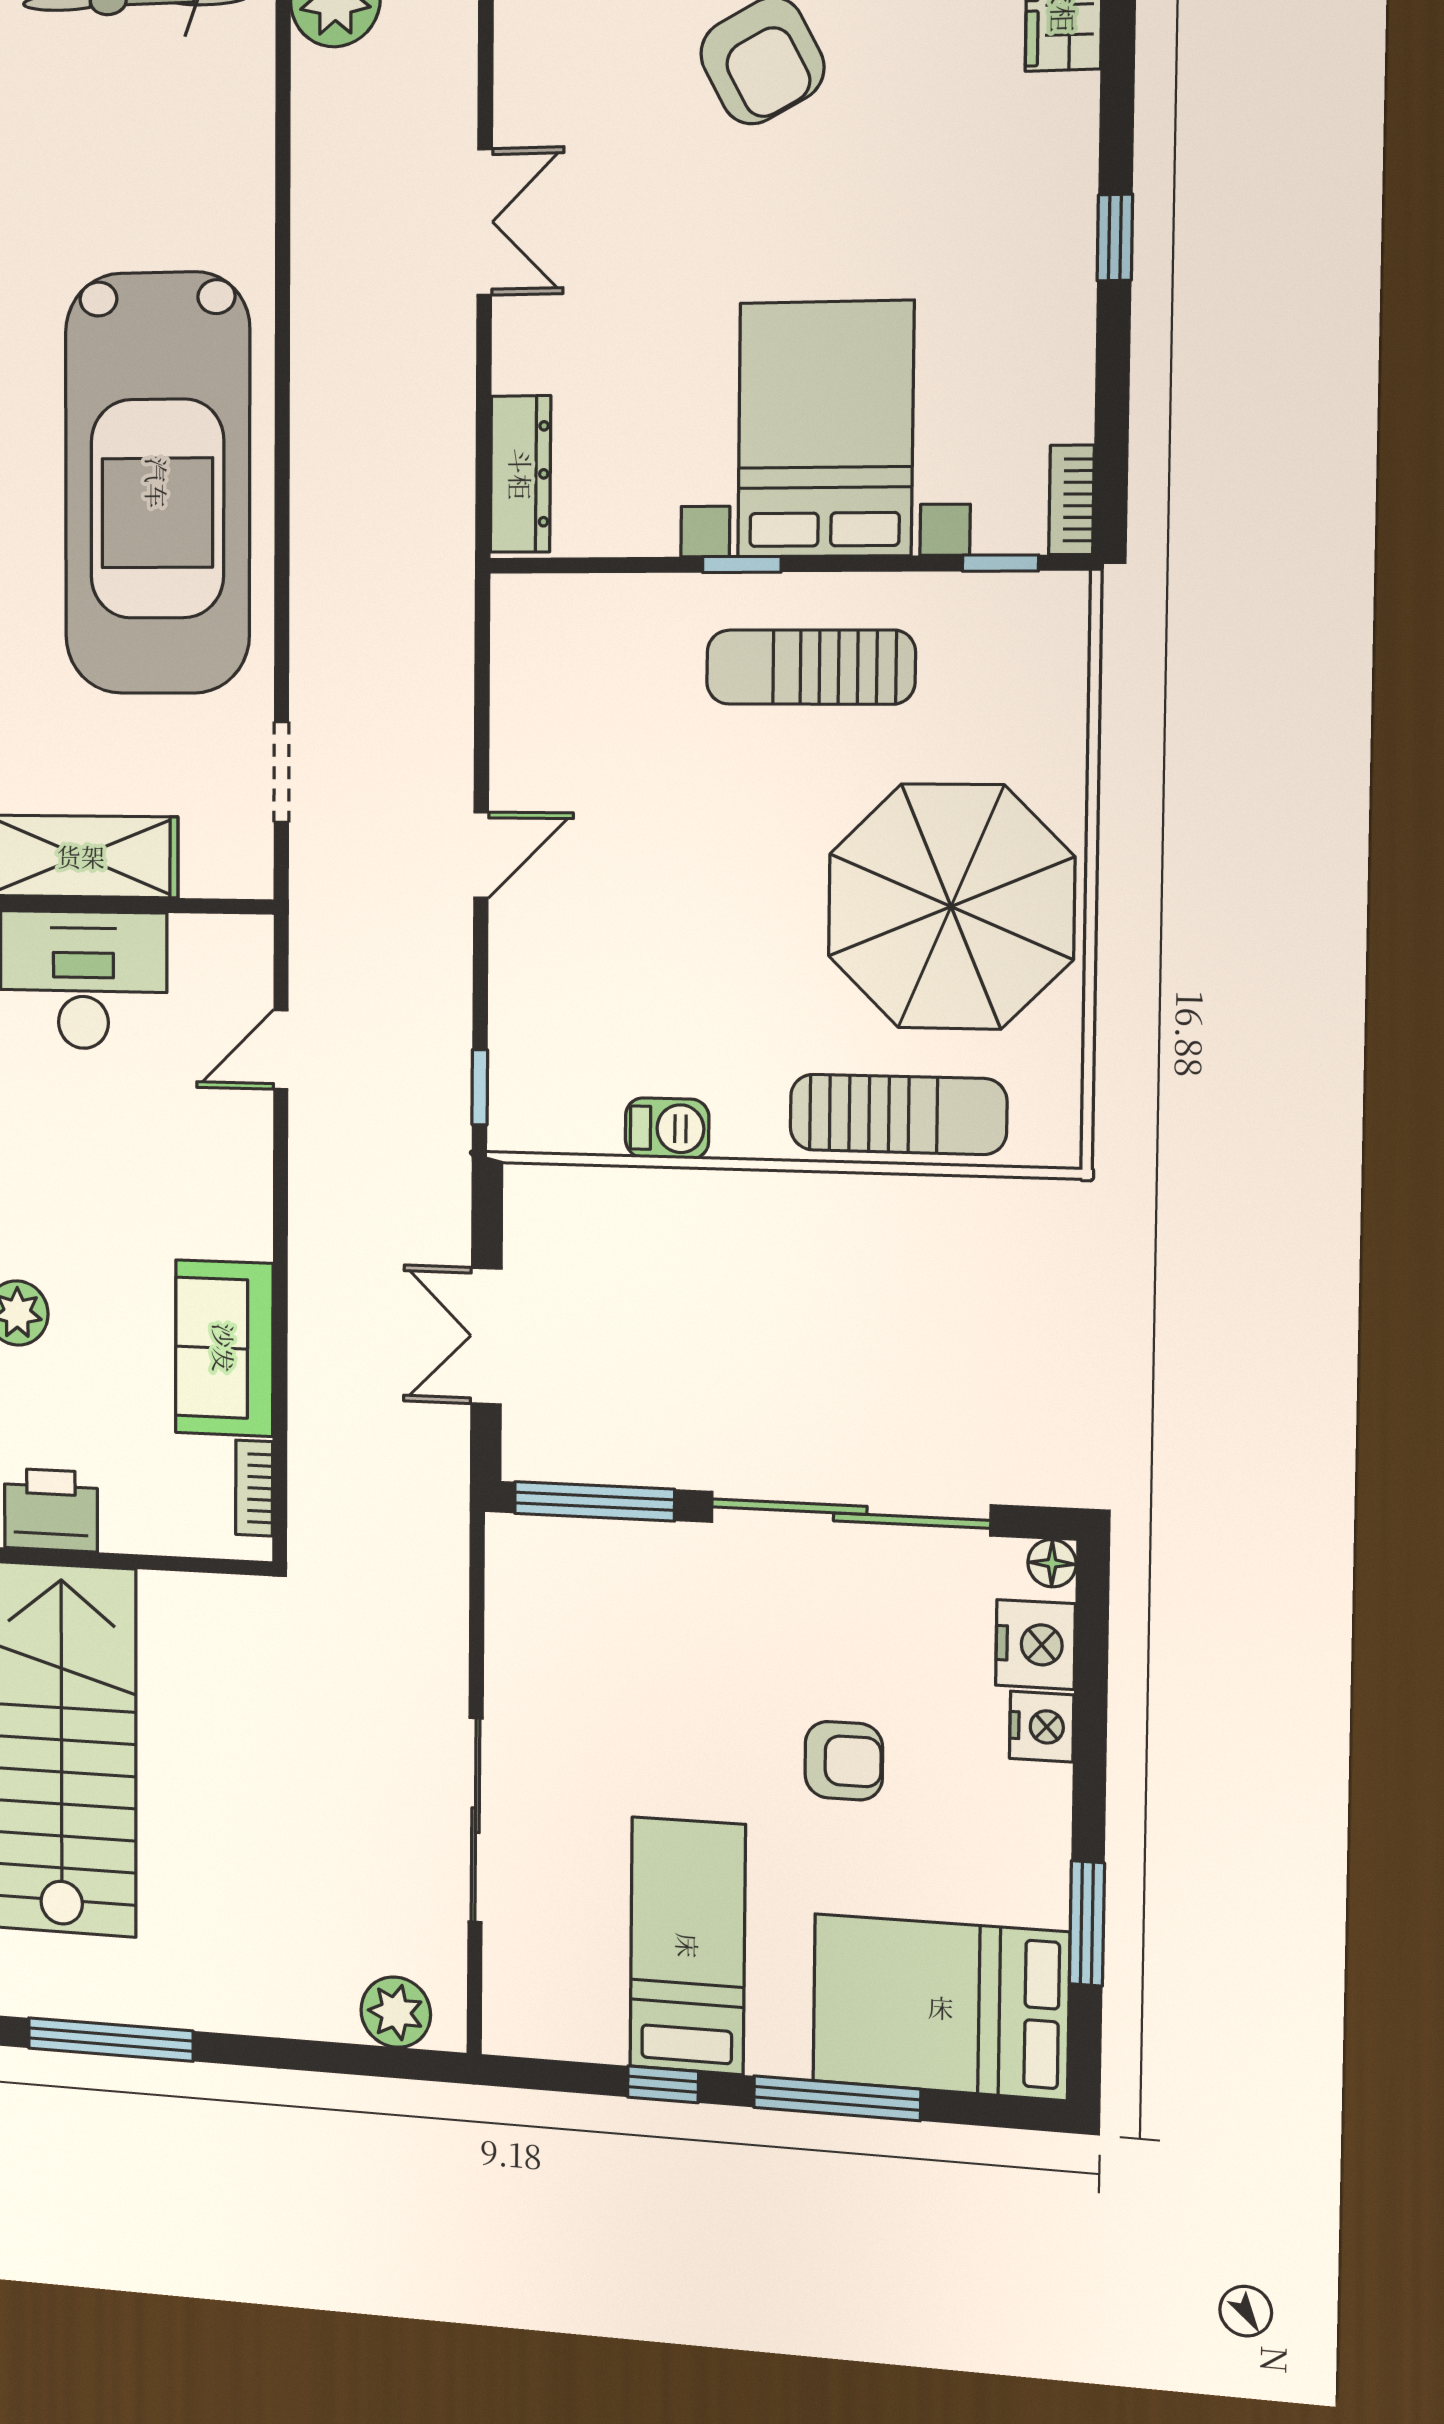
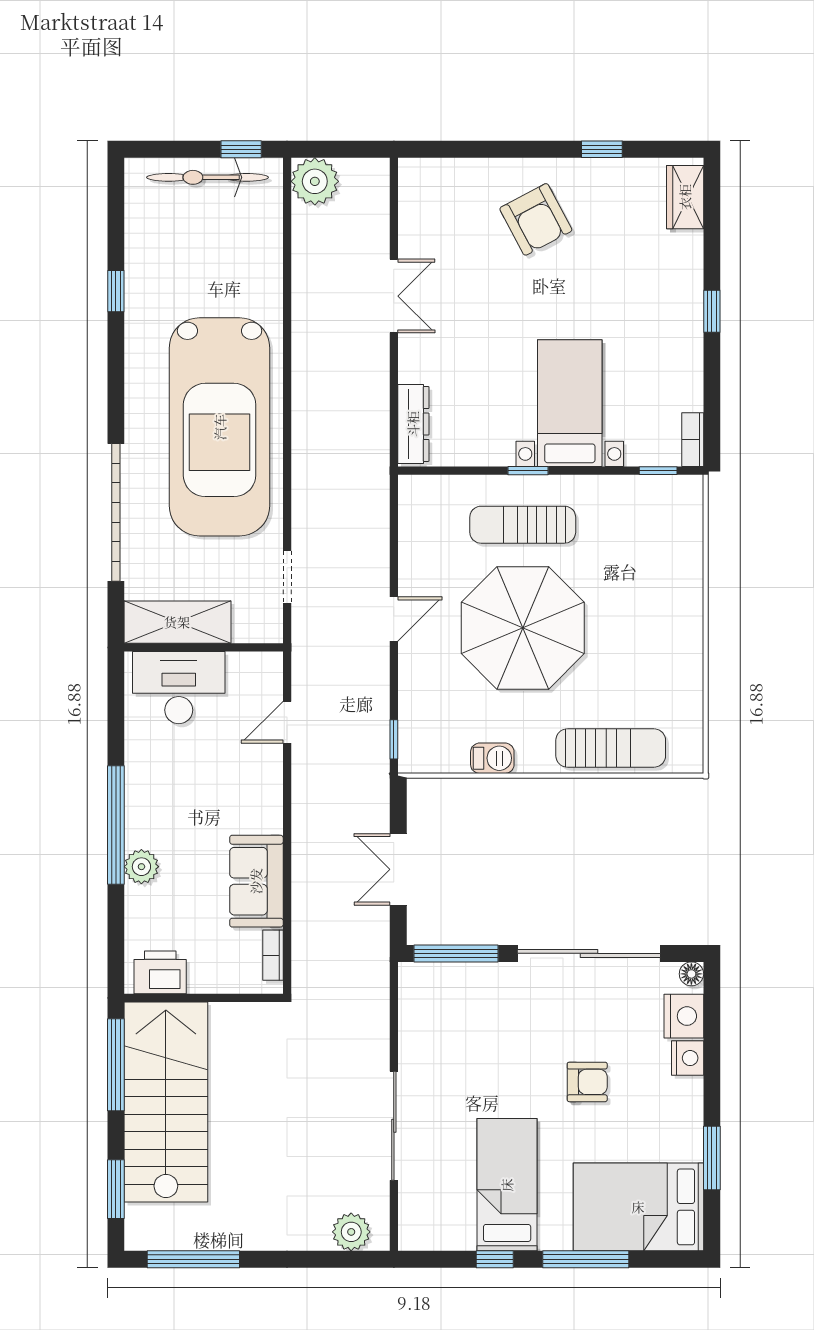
bed with nightstands: (826, 429) -> (570, 403), width x0.73
sun lounger: (811, 667) -> (523, 525), moved
parasol: (951, 907) -> (523, 628), moved

